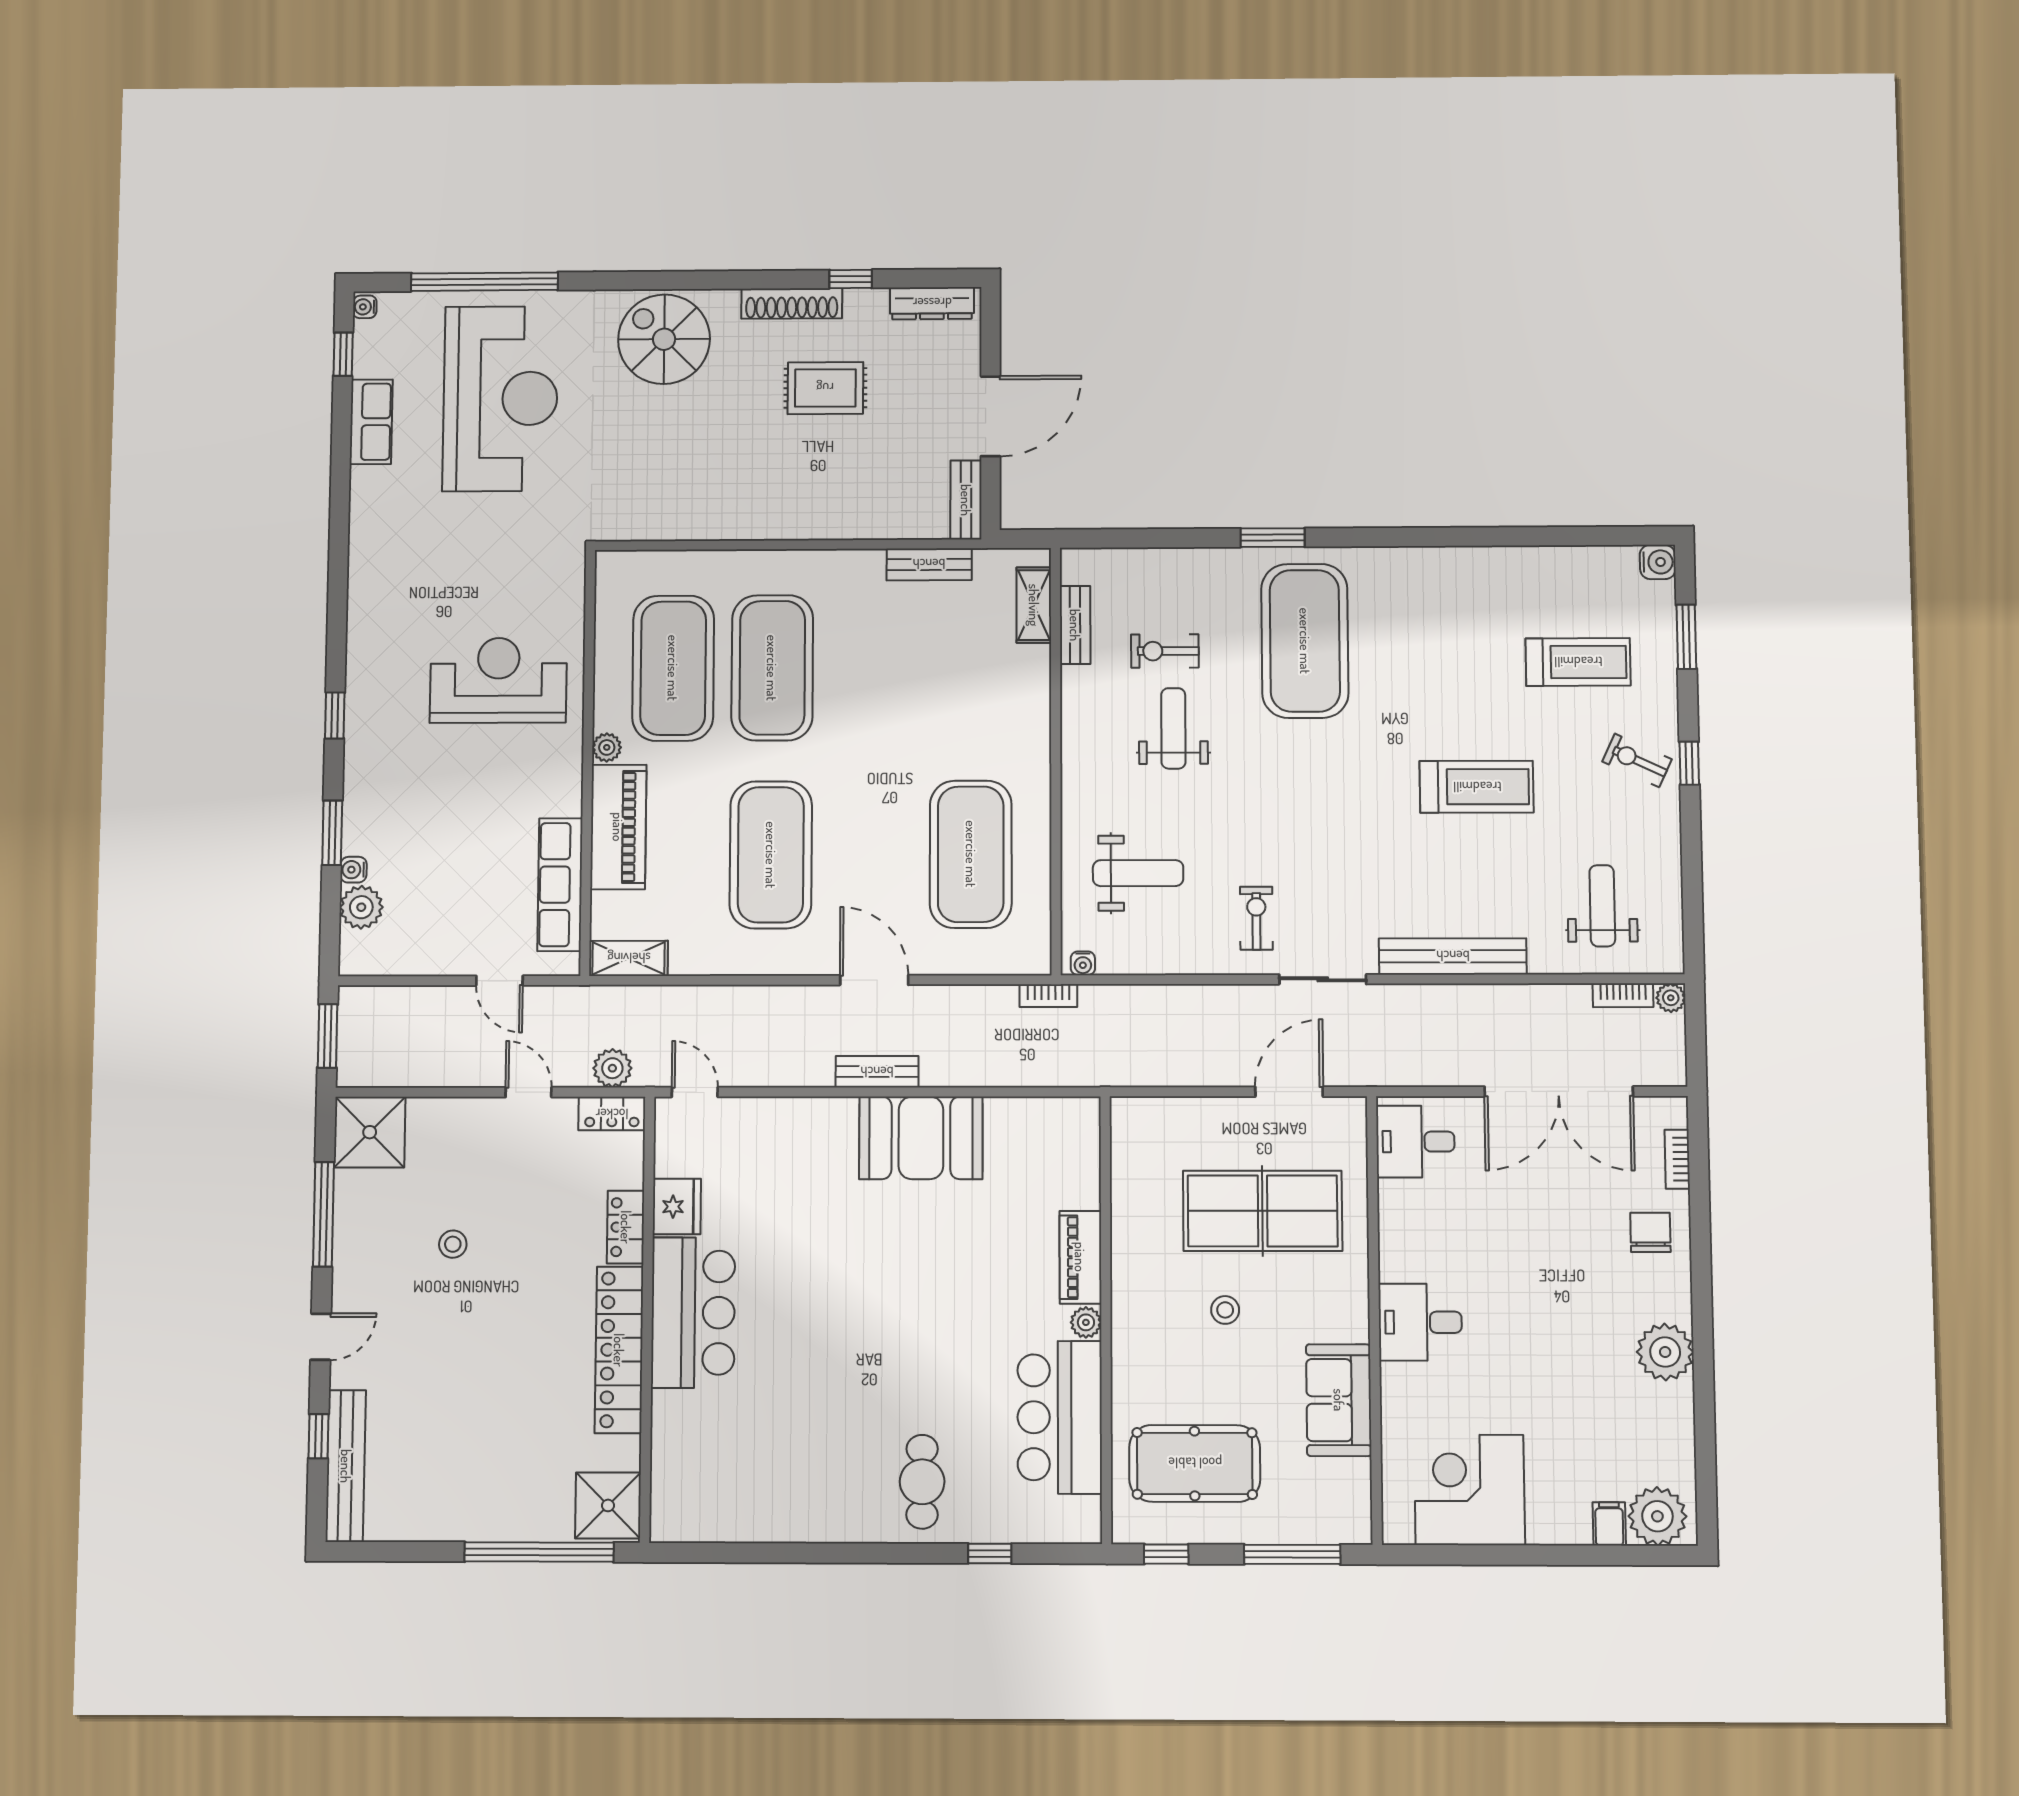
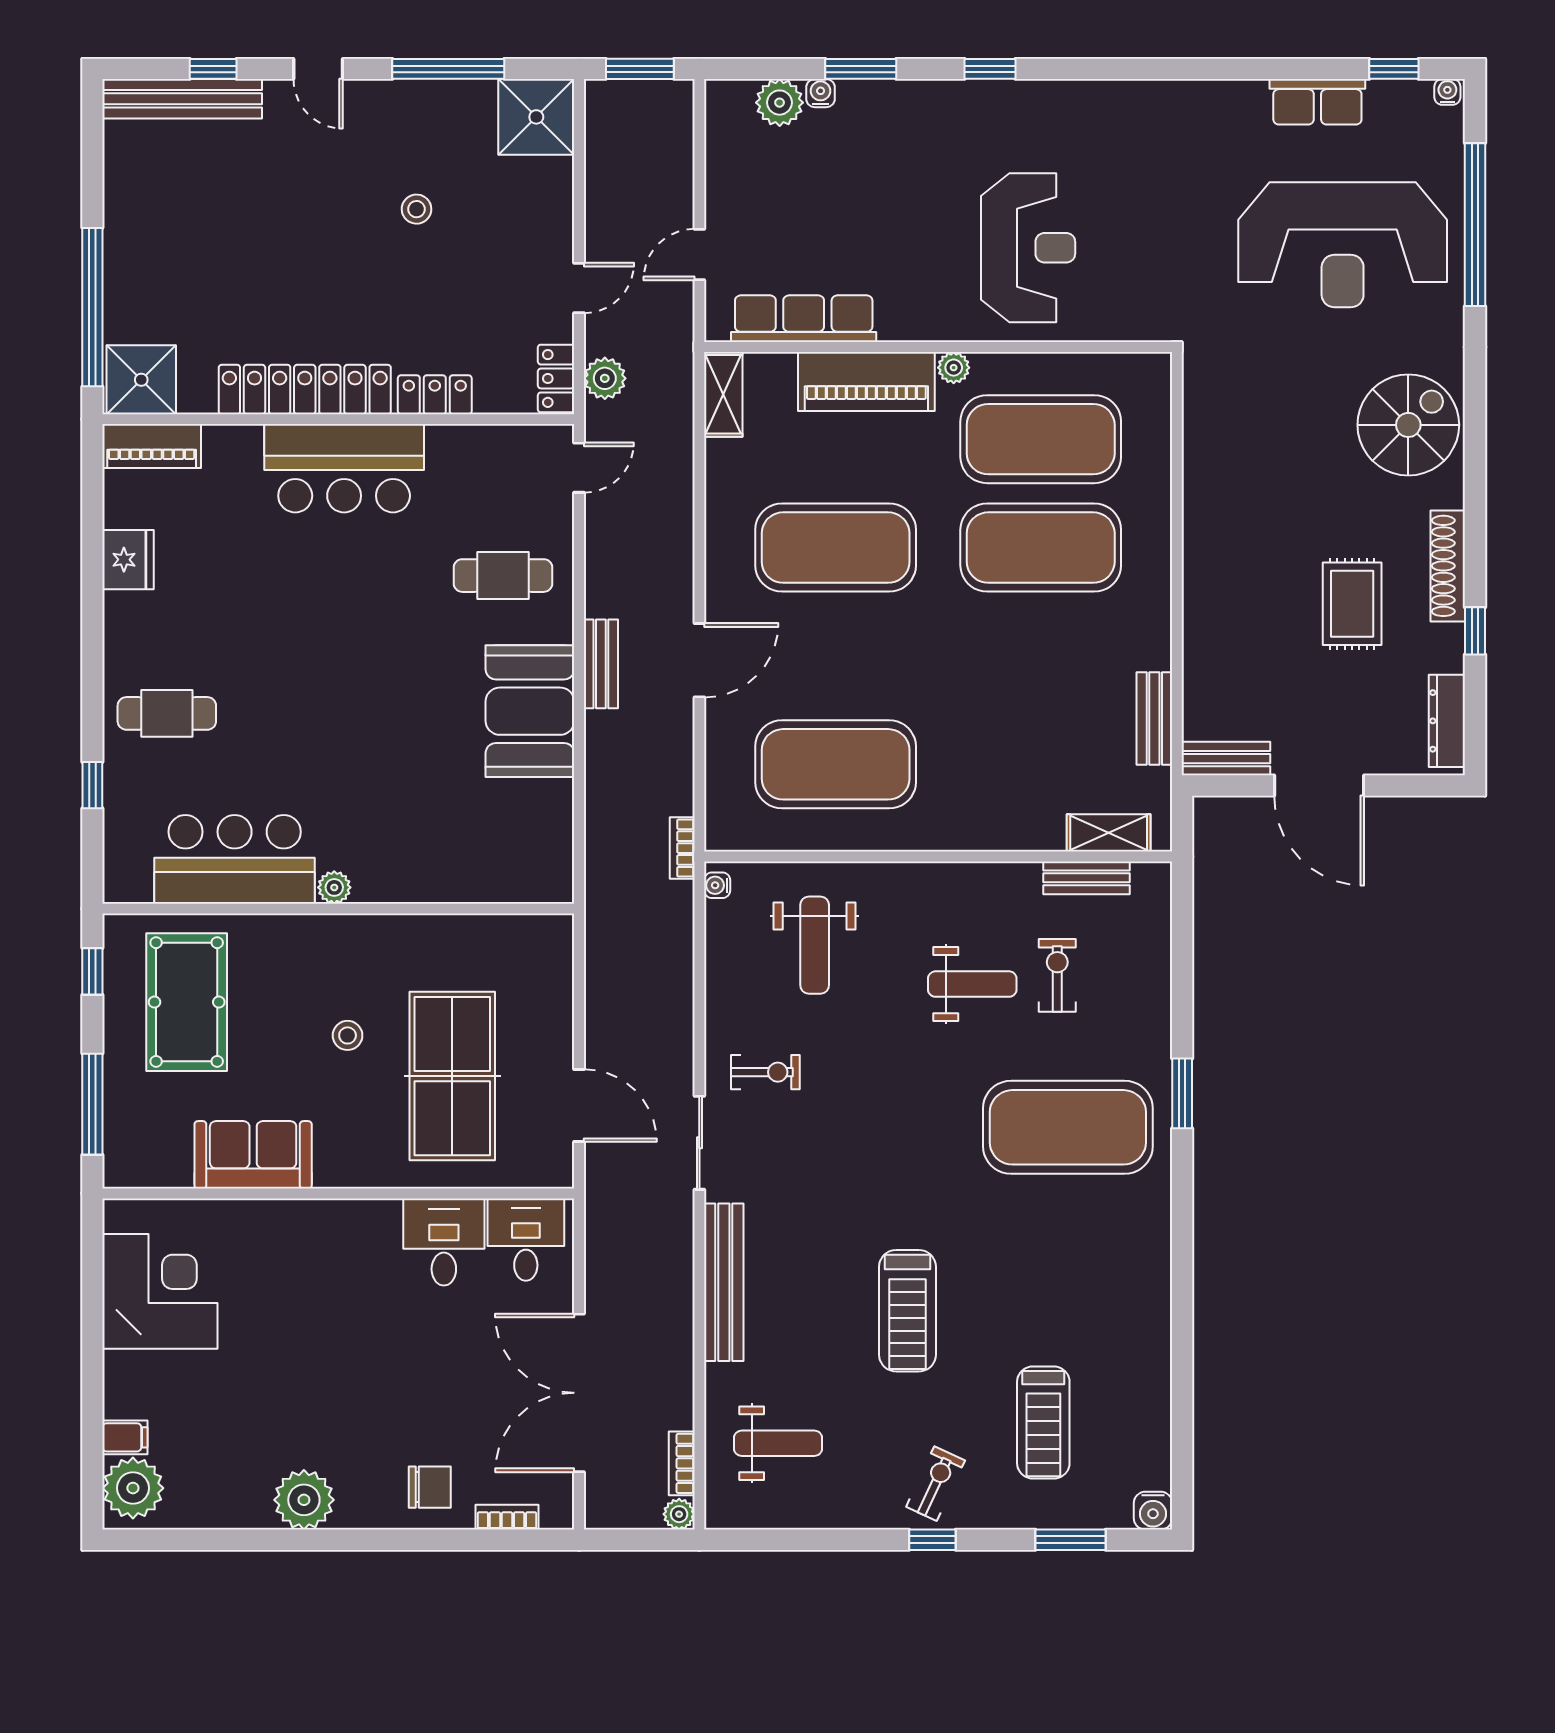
cafe table: (794, 1163) -> (503, 576), added
fridge: (677, 1207) -> (128, 560), moved, turned -90
piano: (1080, 1257) -> (152, 446), moved, turned 180
desk: (1420, 1322) -> (444, 1242), moved

